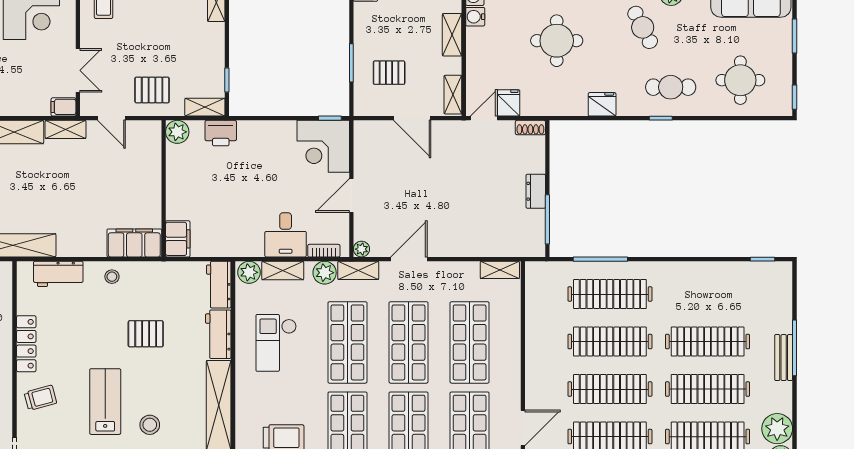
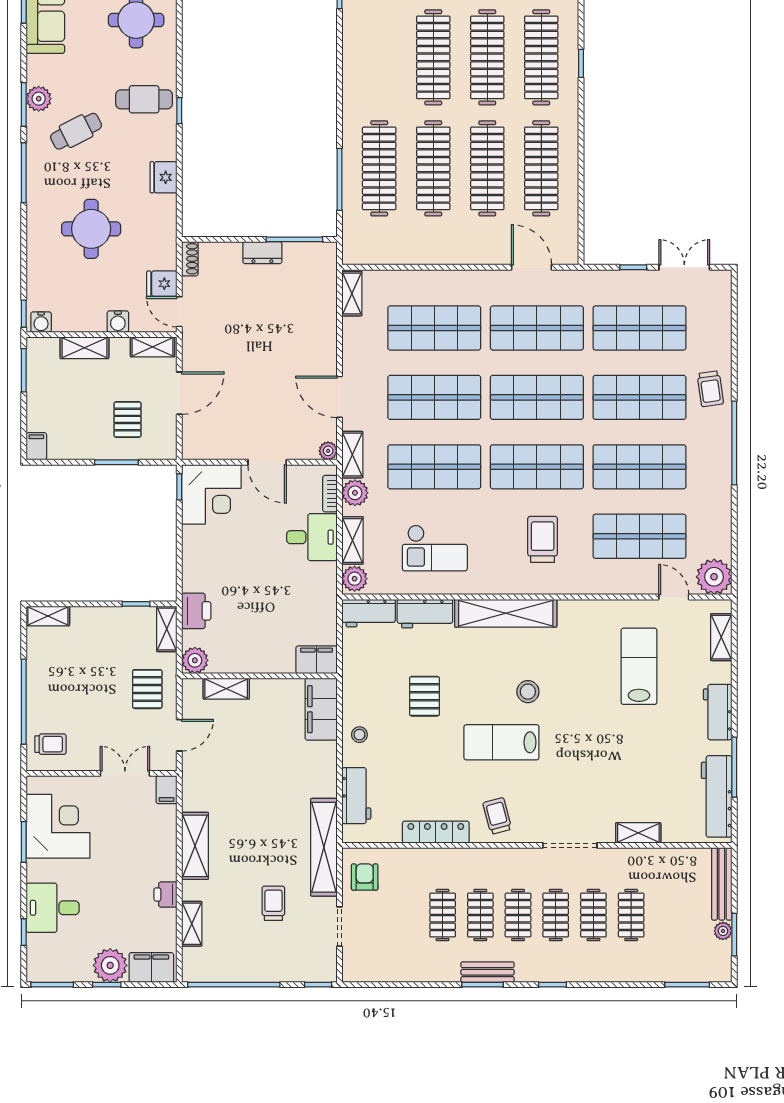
water cooler: (475, 17) -> (118, 322), moved
cafe table: (671, 87) -> (144, 99), turned 90
shelving: (66, 129) -> (226, 689), moved, turned 90

